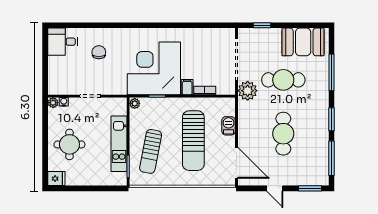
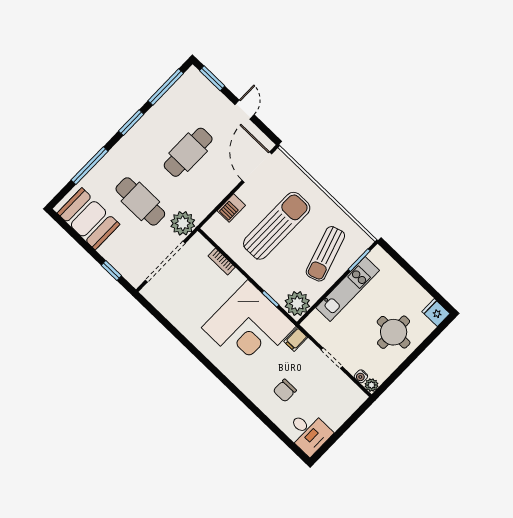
filing cabinet: (187, 87) -> (296, 339), moved
plant: (135, 103) -> (297, 303), width x1.87, depth x1.87
sun lounger: (151, 151) -> (325, 254), turned 151

